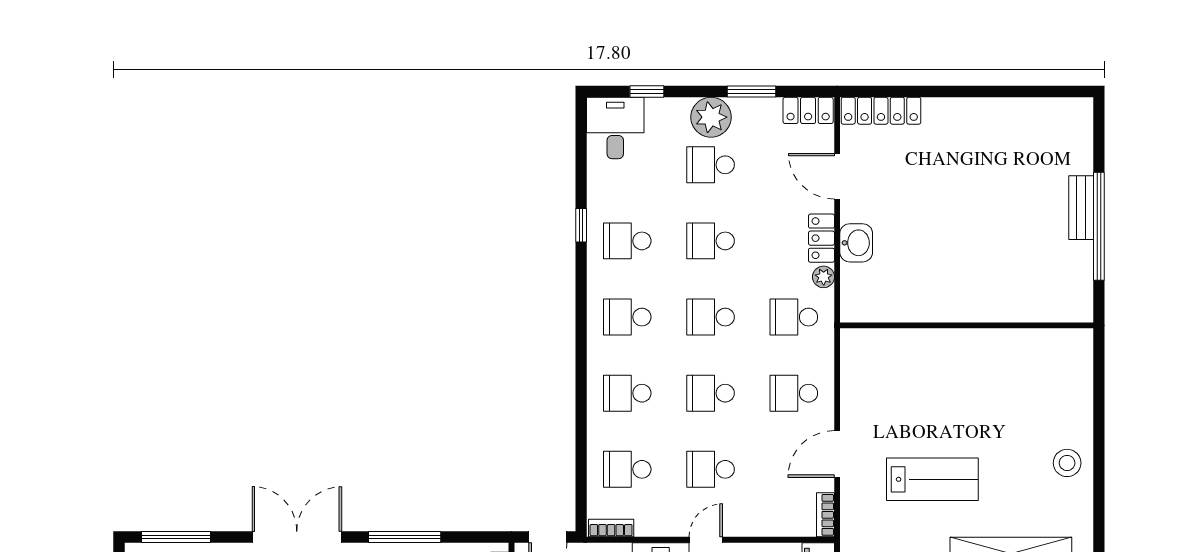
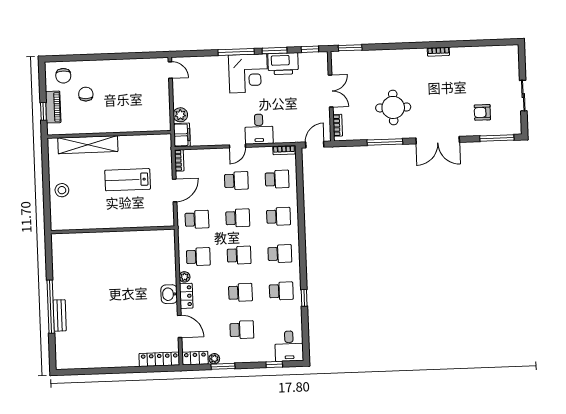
plant: (711, 117) -> (214, 359), moved, width x0.53, depth x0.53
wall: (967, 325) -> (113, 230), moved

